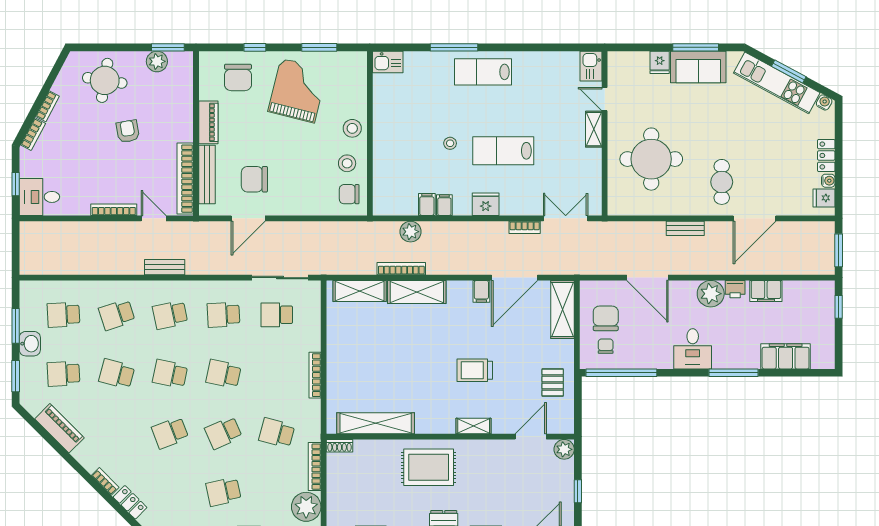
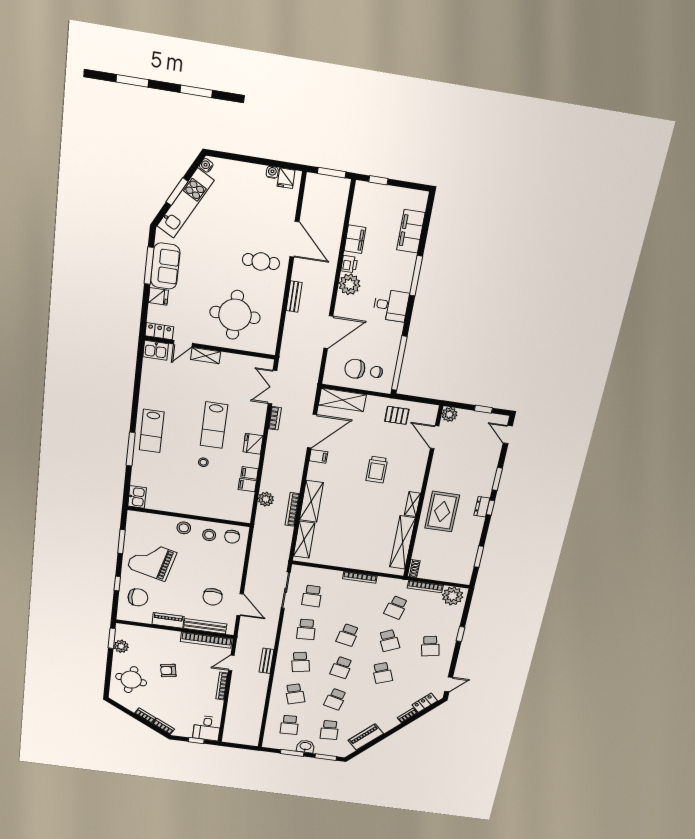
locker: (826, 155) -> (159, 331), moved, turned 180
door: (515, 278) -> (312, 431), hinge flipped
shelving: (474, 426) -> (412, 504), moved

